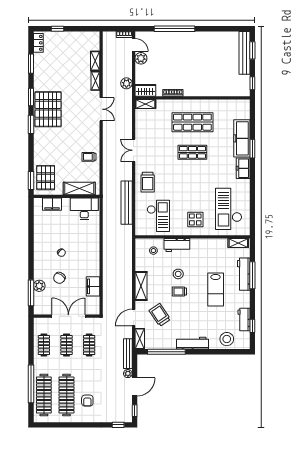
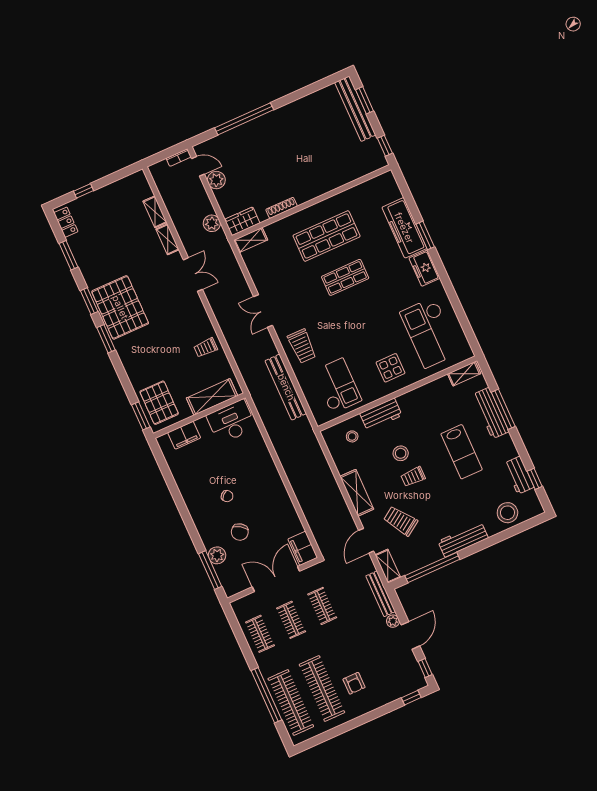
filing cabinet: (93, 286) -> (303, 548), moved

